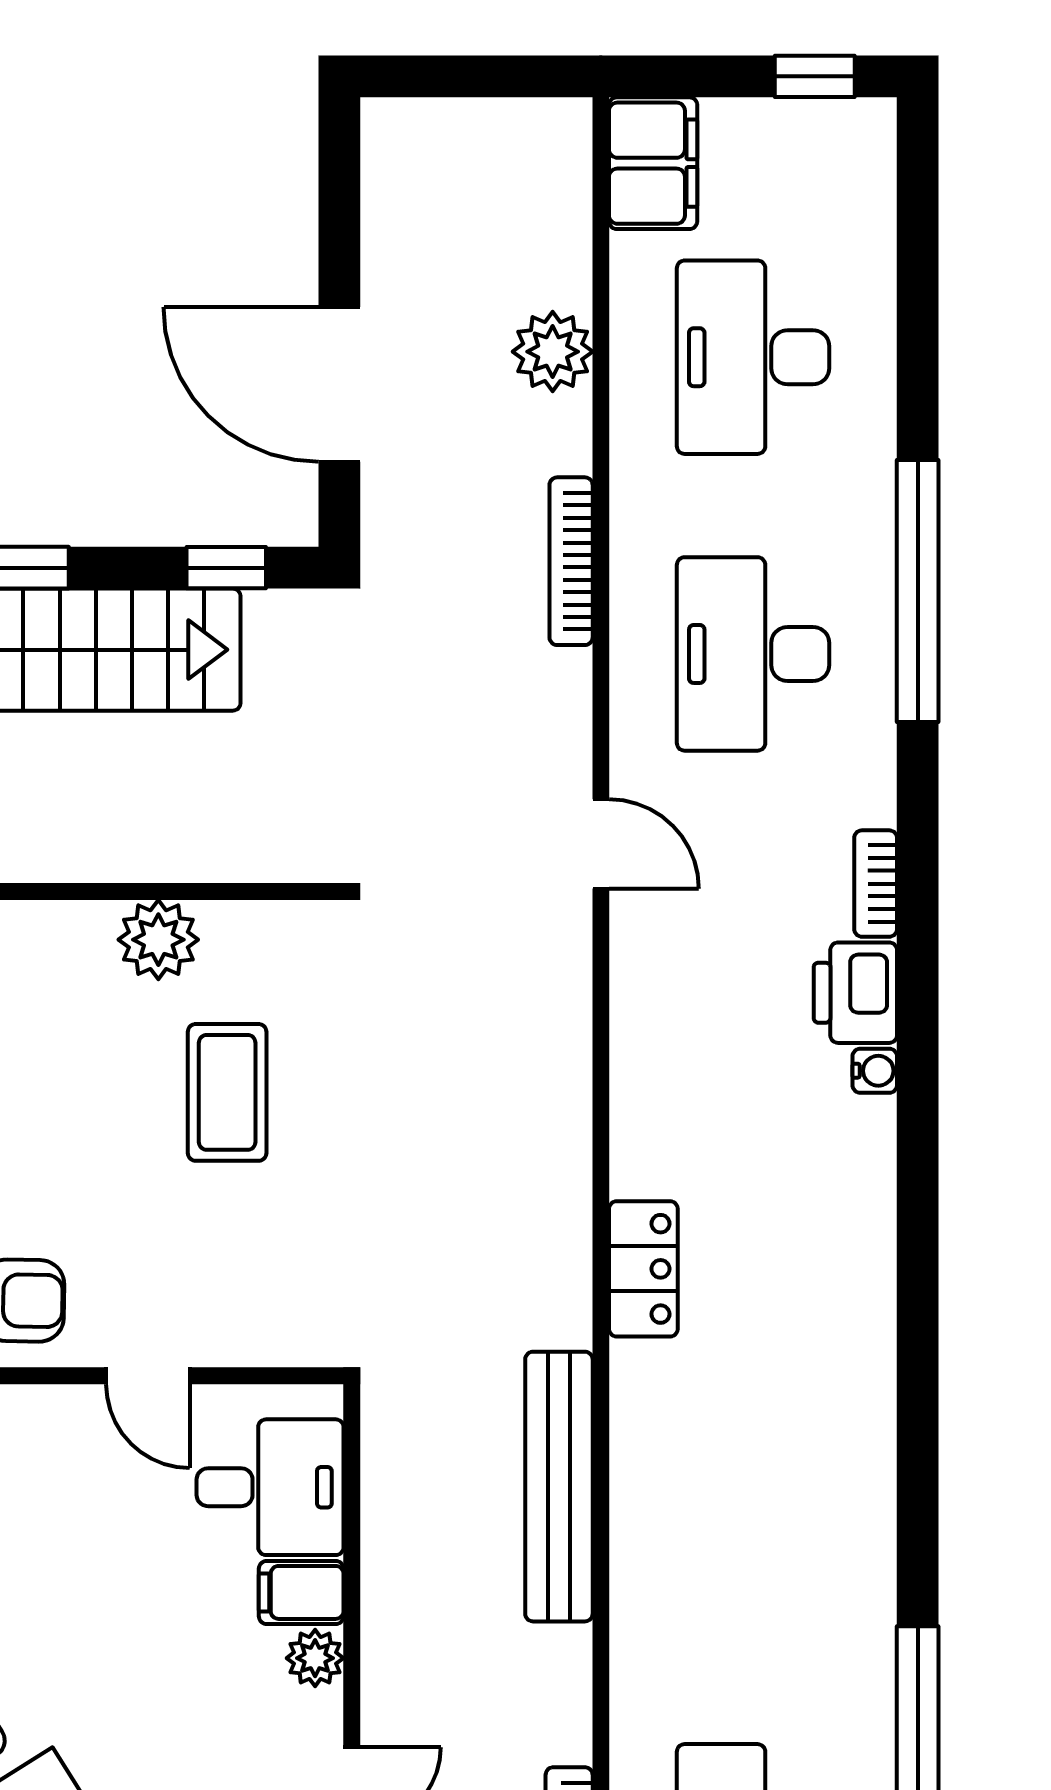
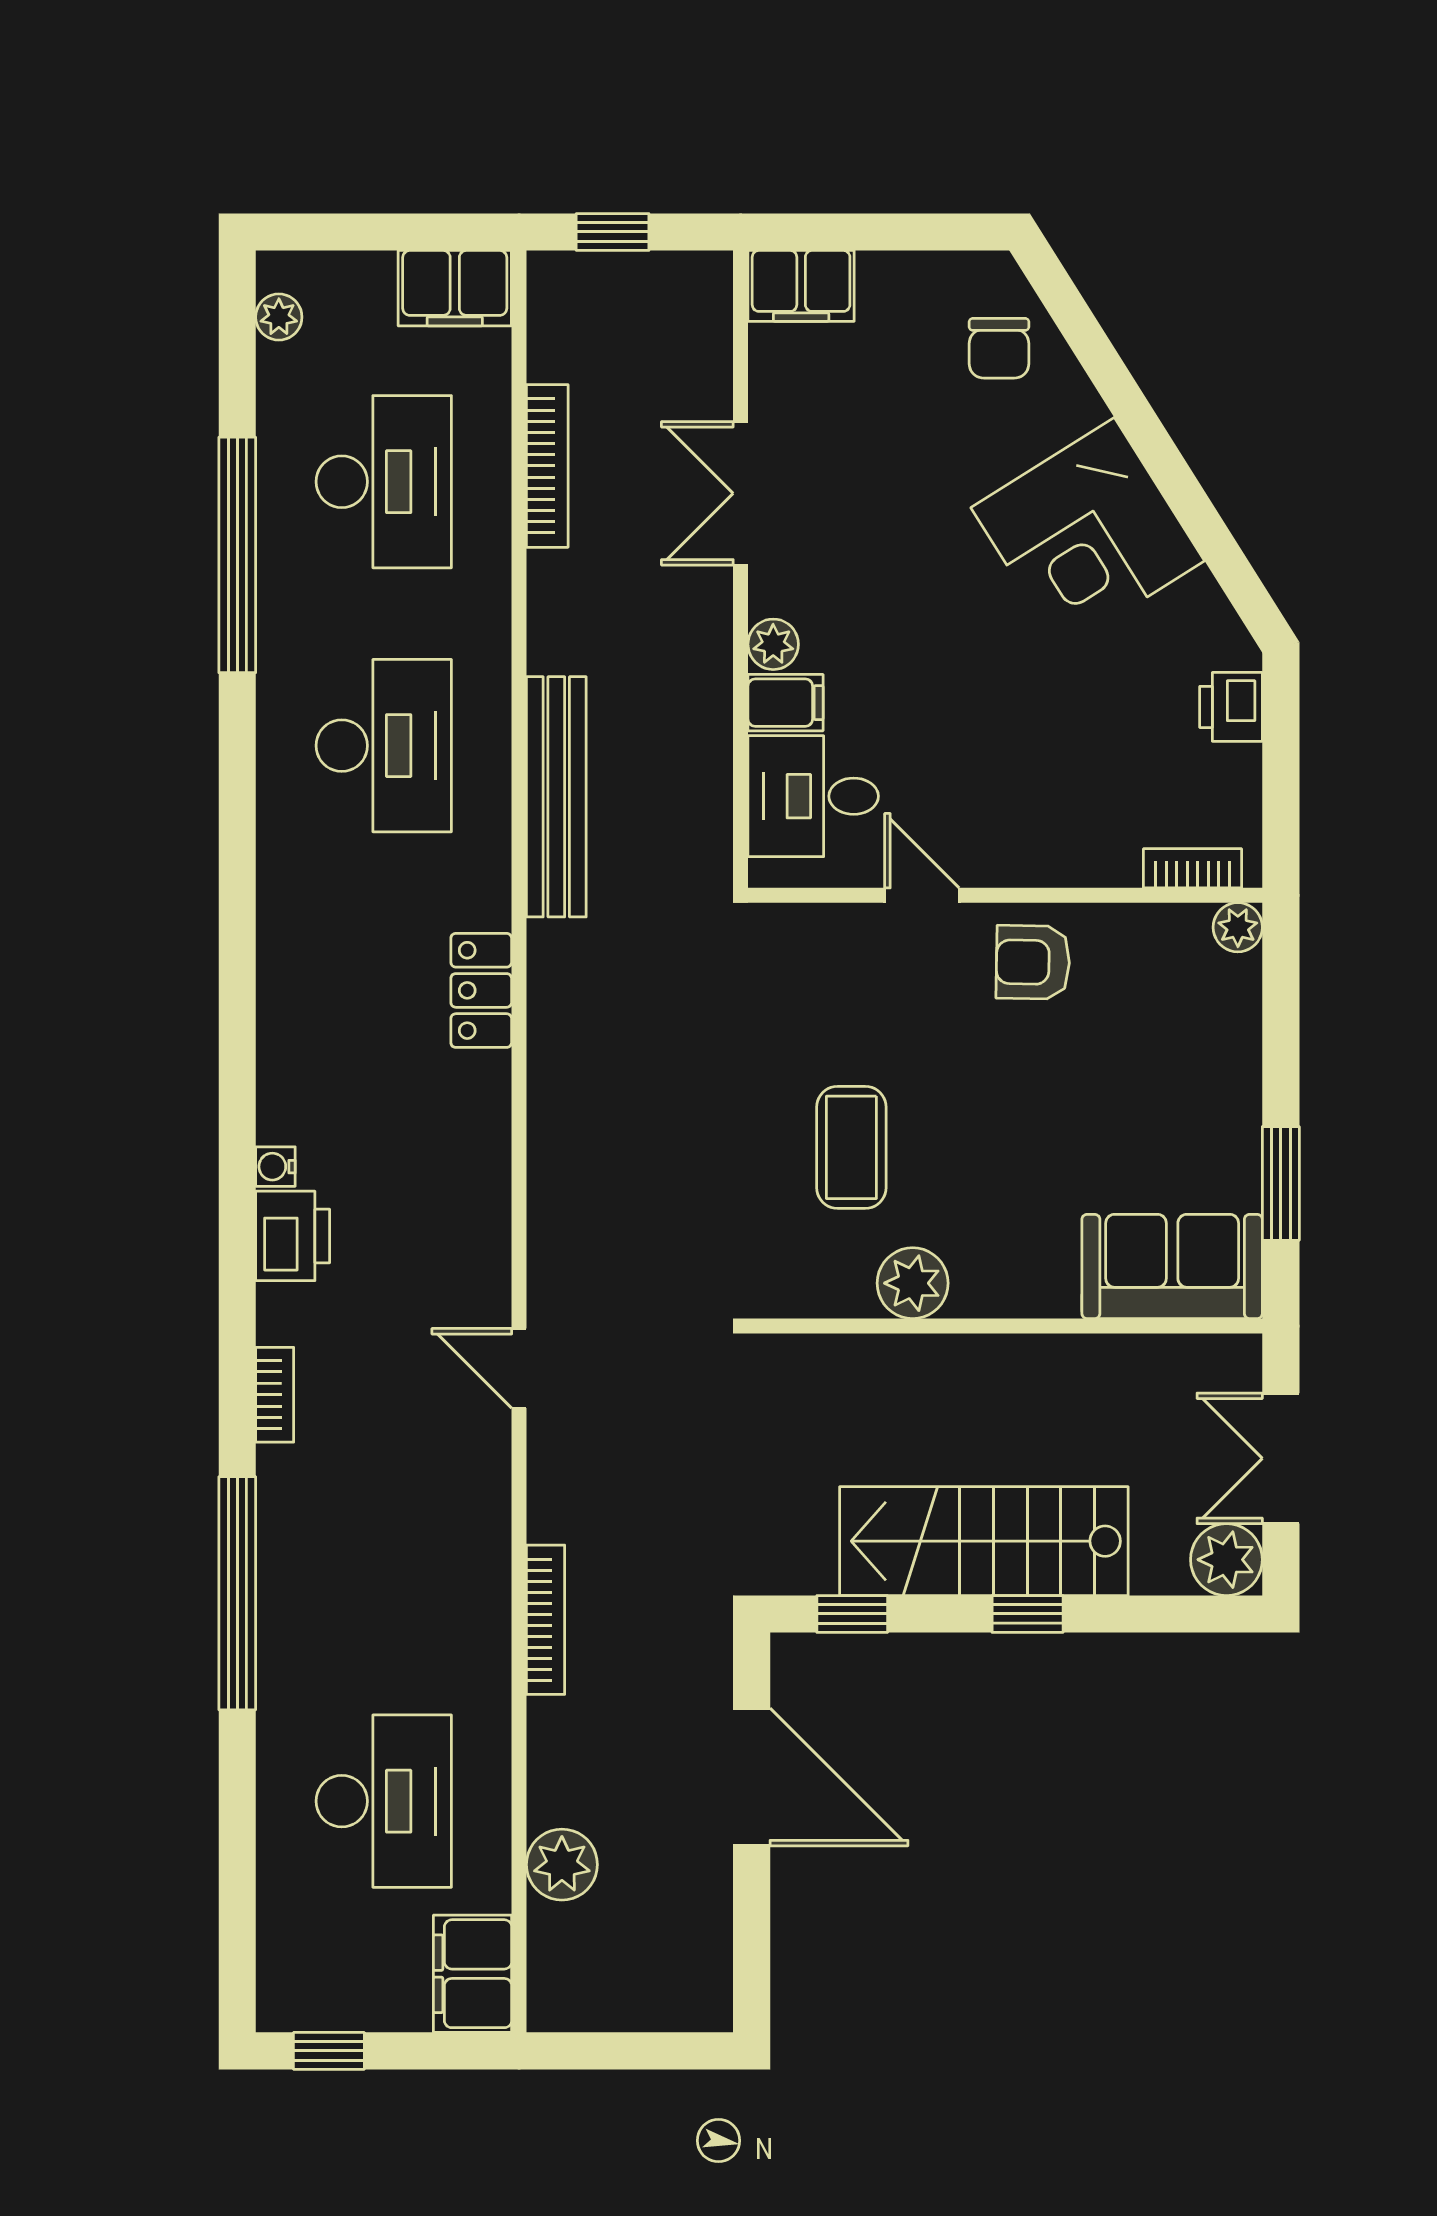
plant: (553, 352) -> (562, 1865), moved
desk: (753, 654) -> (384, 746), moved
bookcase: (876, 884) -> (275, 1395), moved

